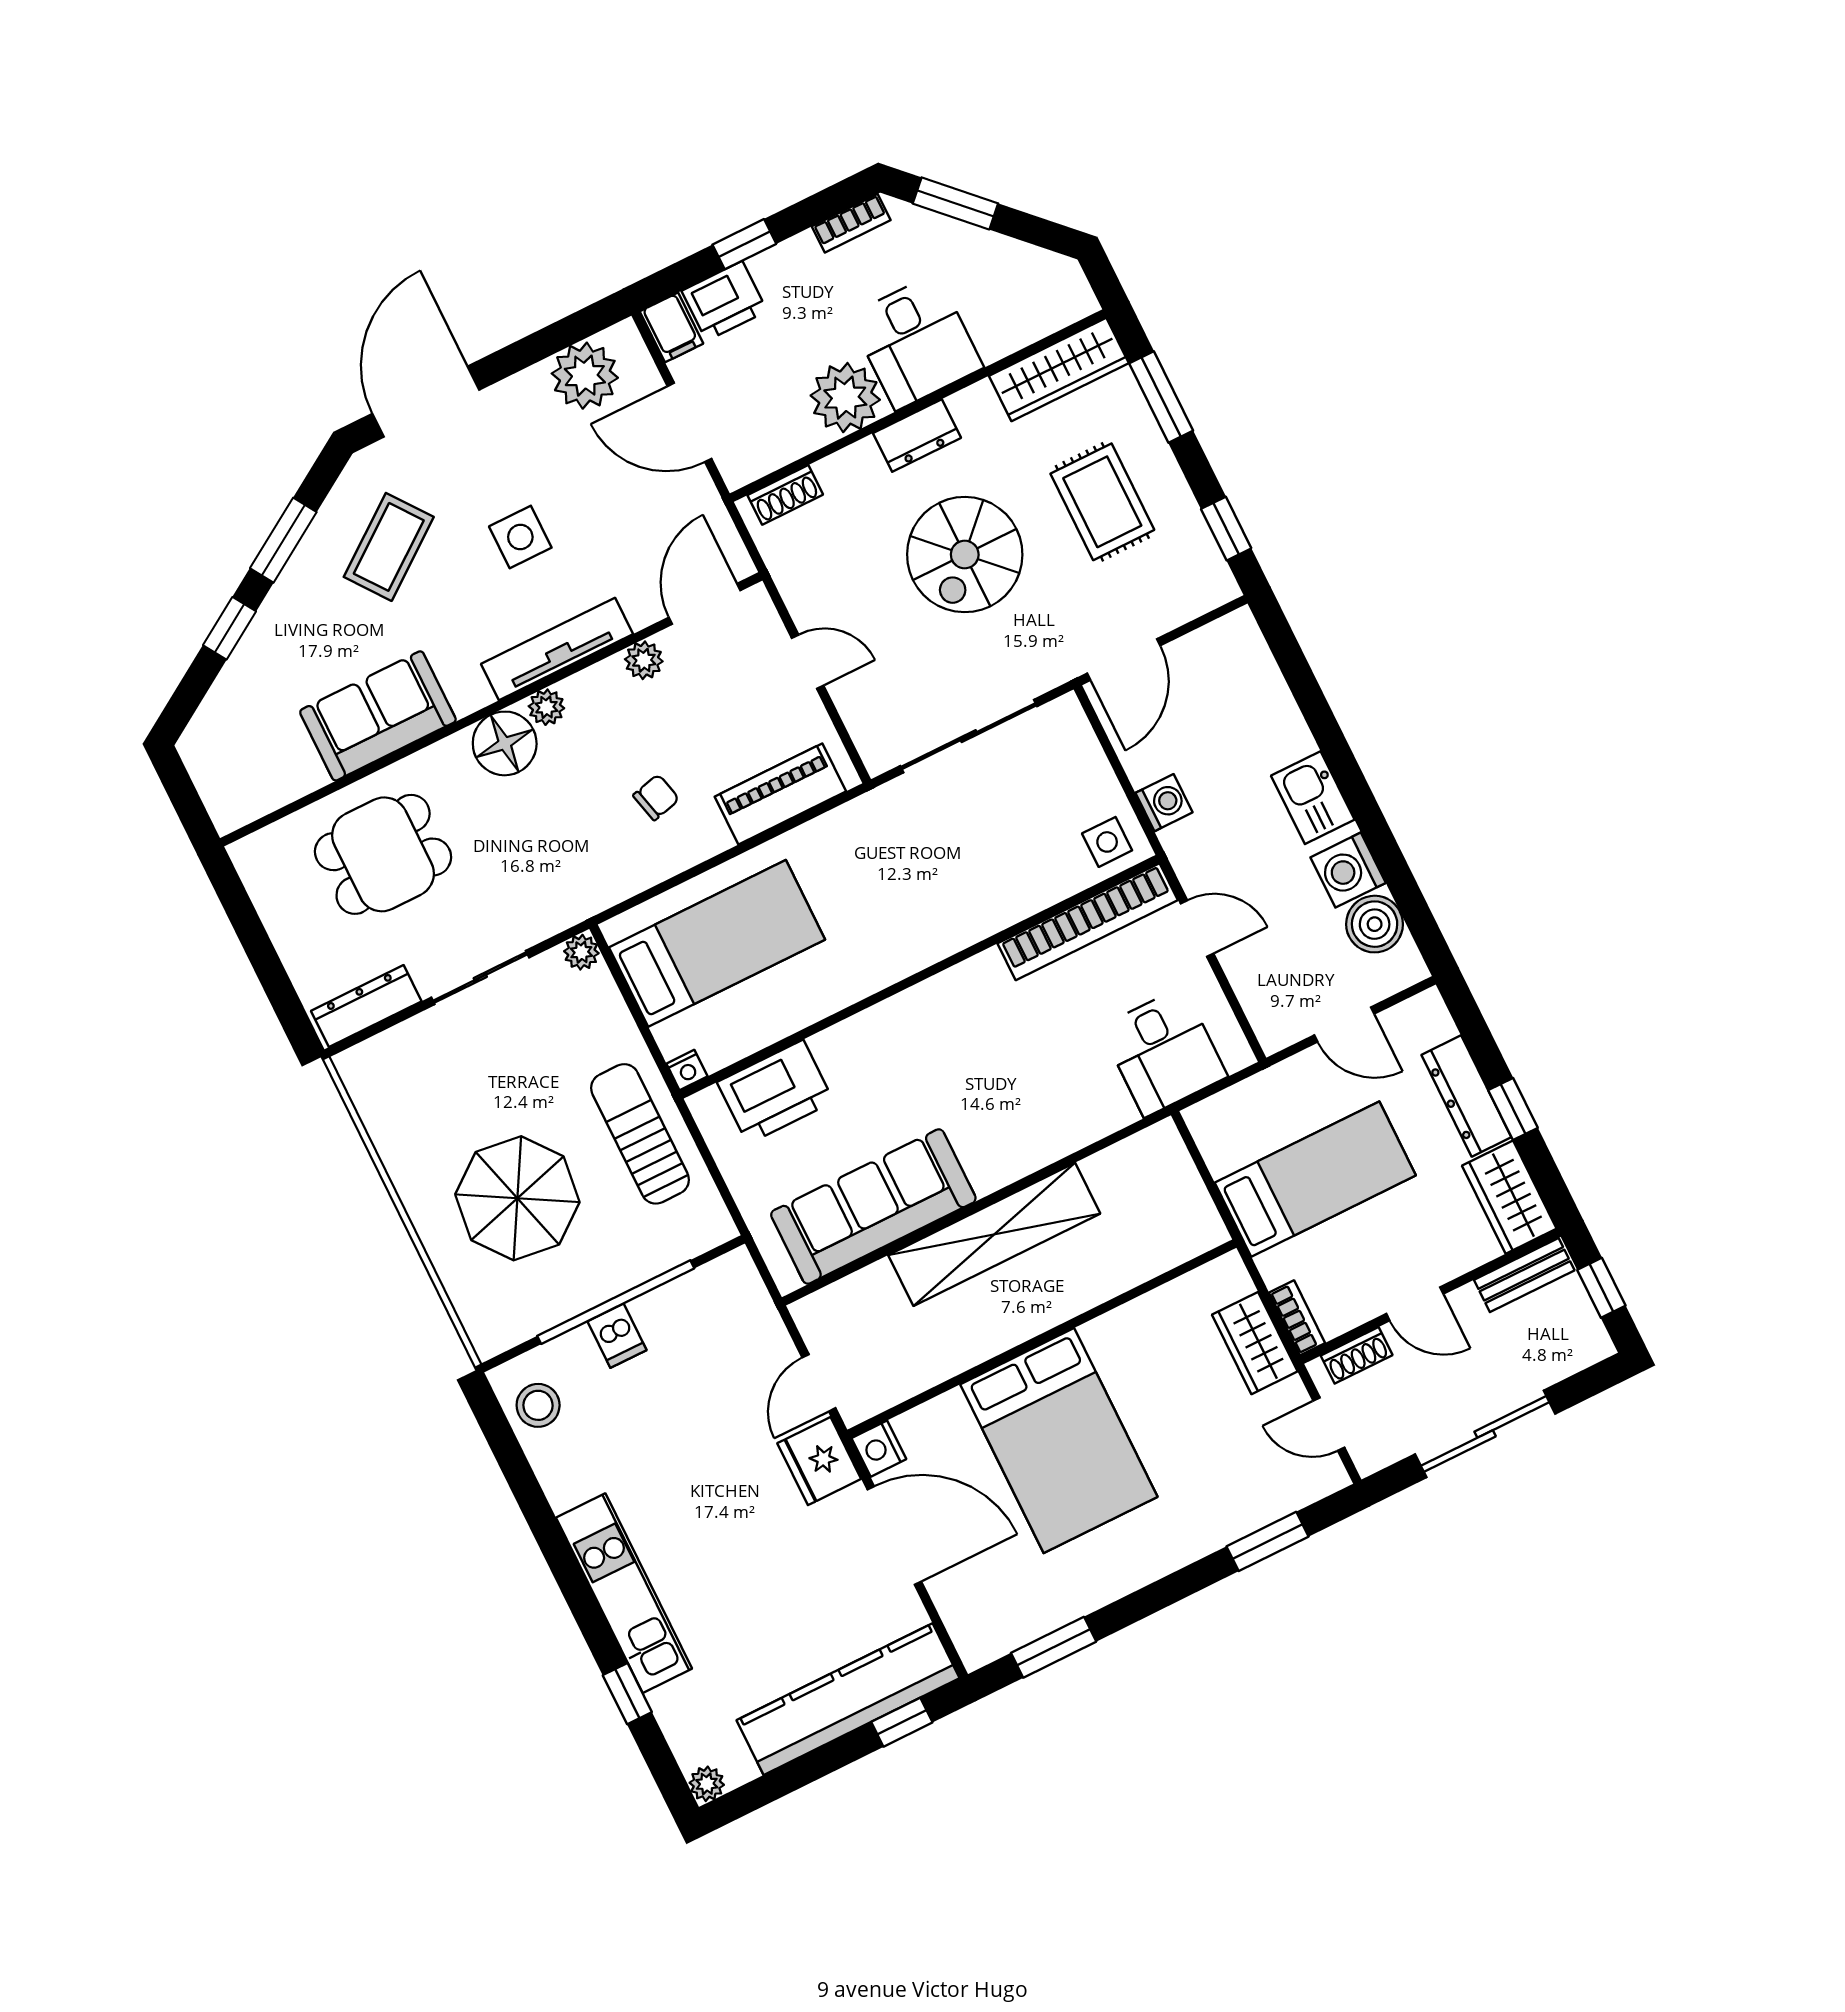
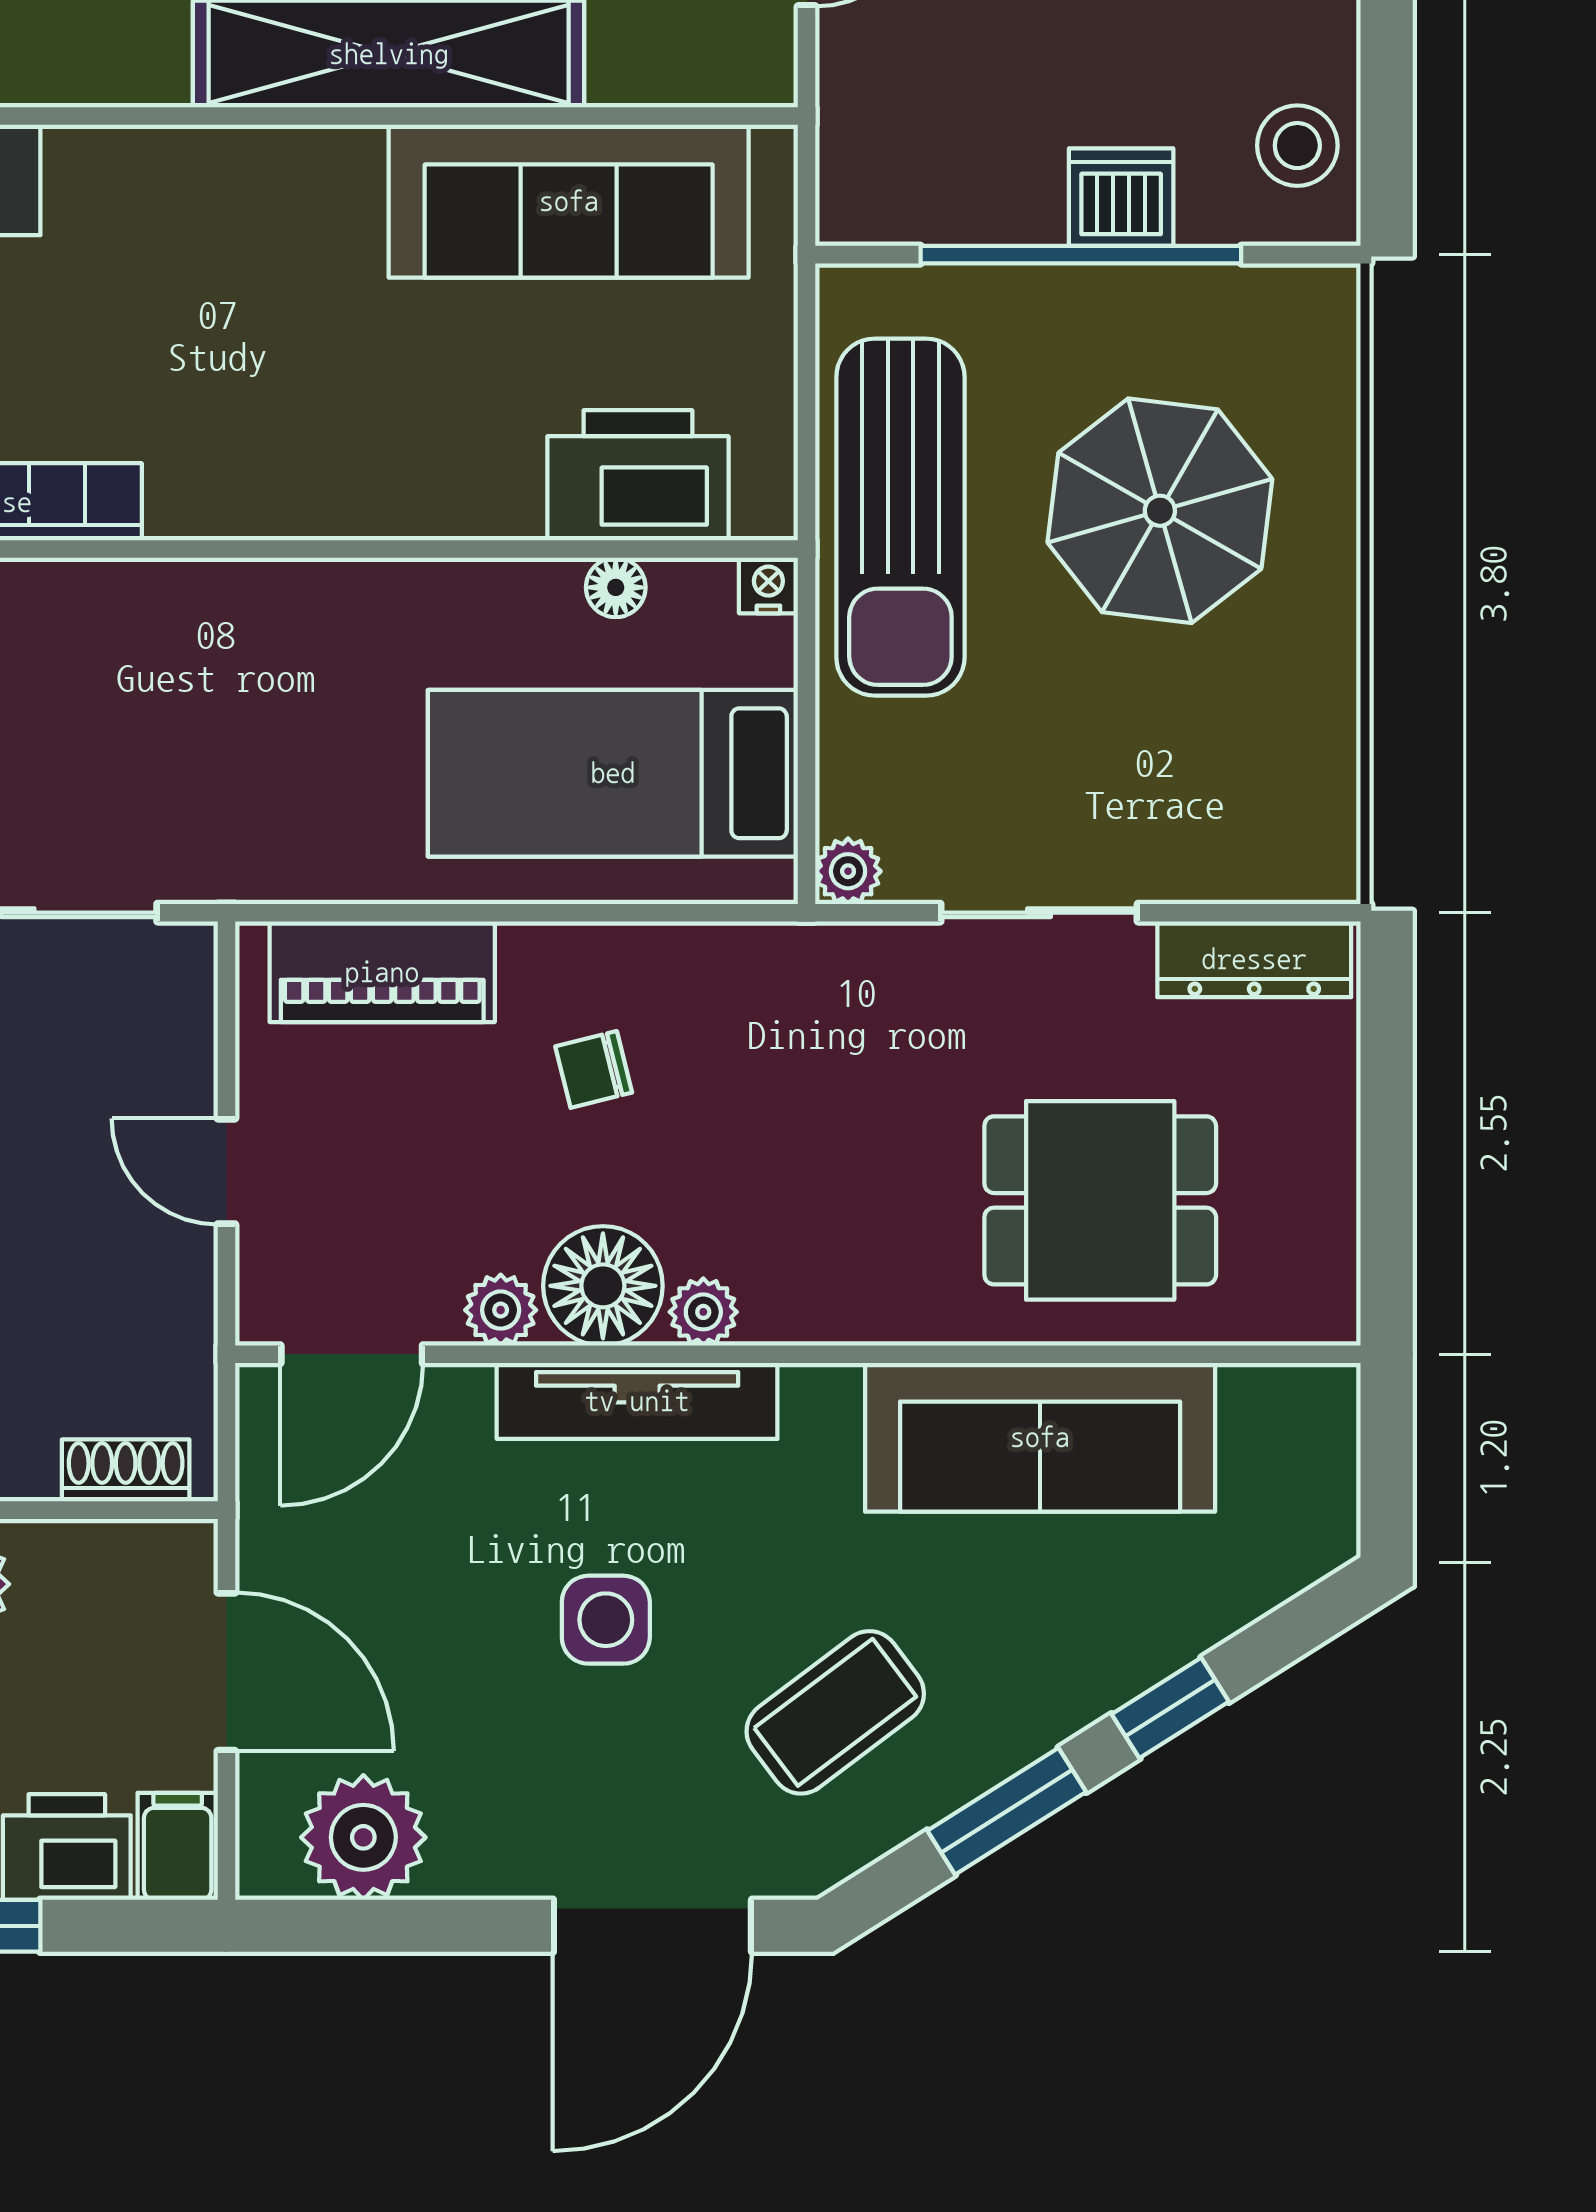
sofa: (378, 716) -> (1040, 1437), width x1.36
floor lamp: (505, 743) -> (603, 1286), moved
floor lamp: (760, 1033) -> (616, 587), added
sun lounger: (640, 1134) -> (900, 517), width x1.36, depth x1.34
dishwasher: (617, 1336) -> (1121, 197), width x1.38

